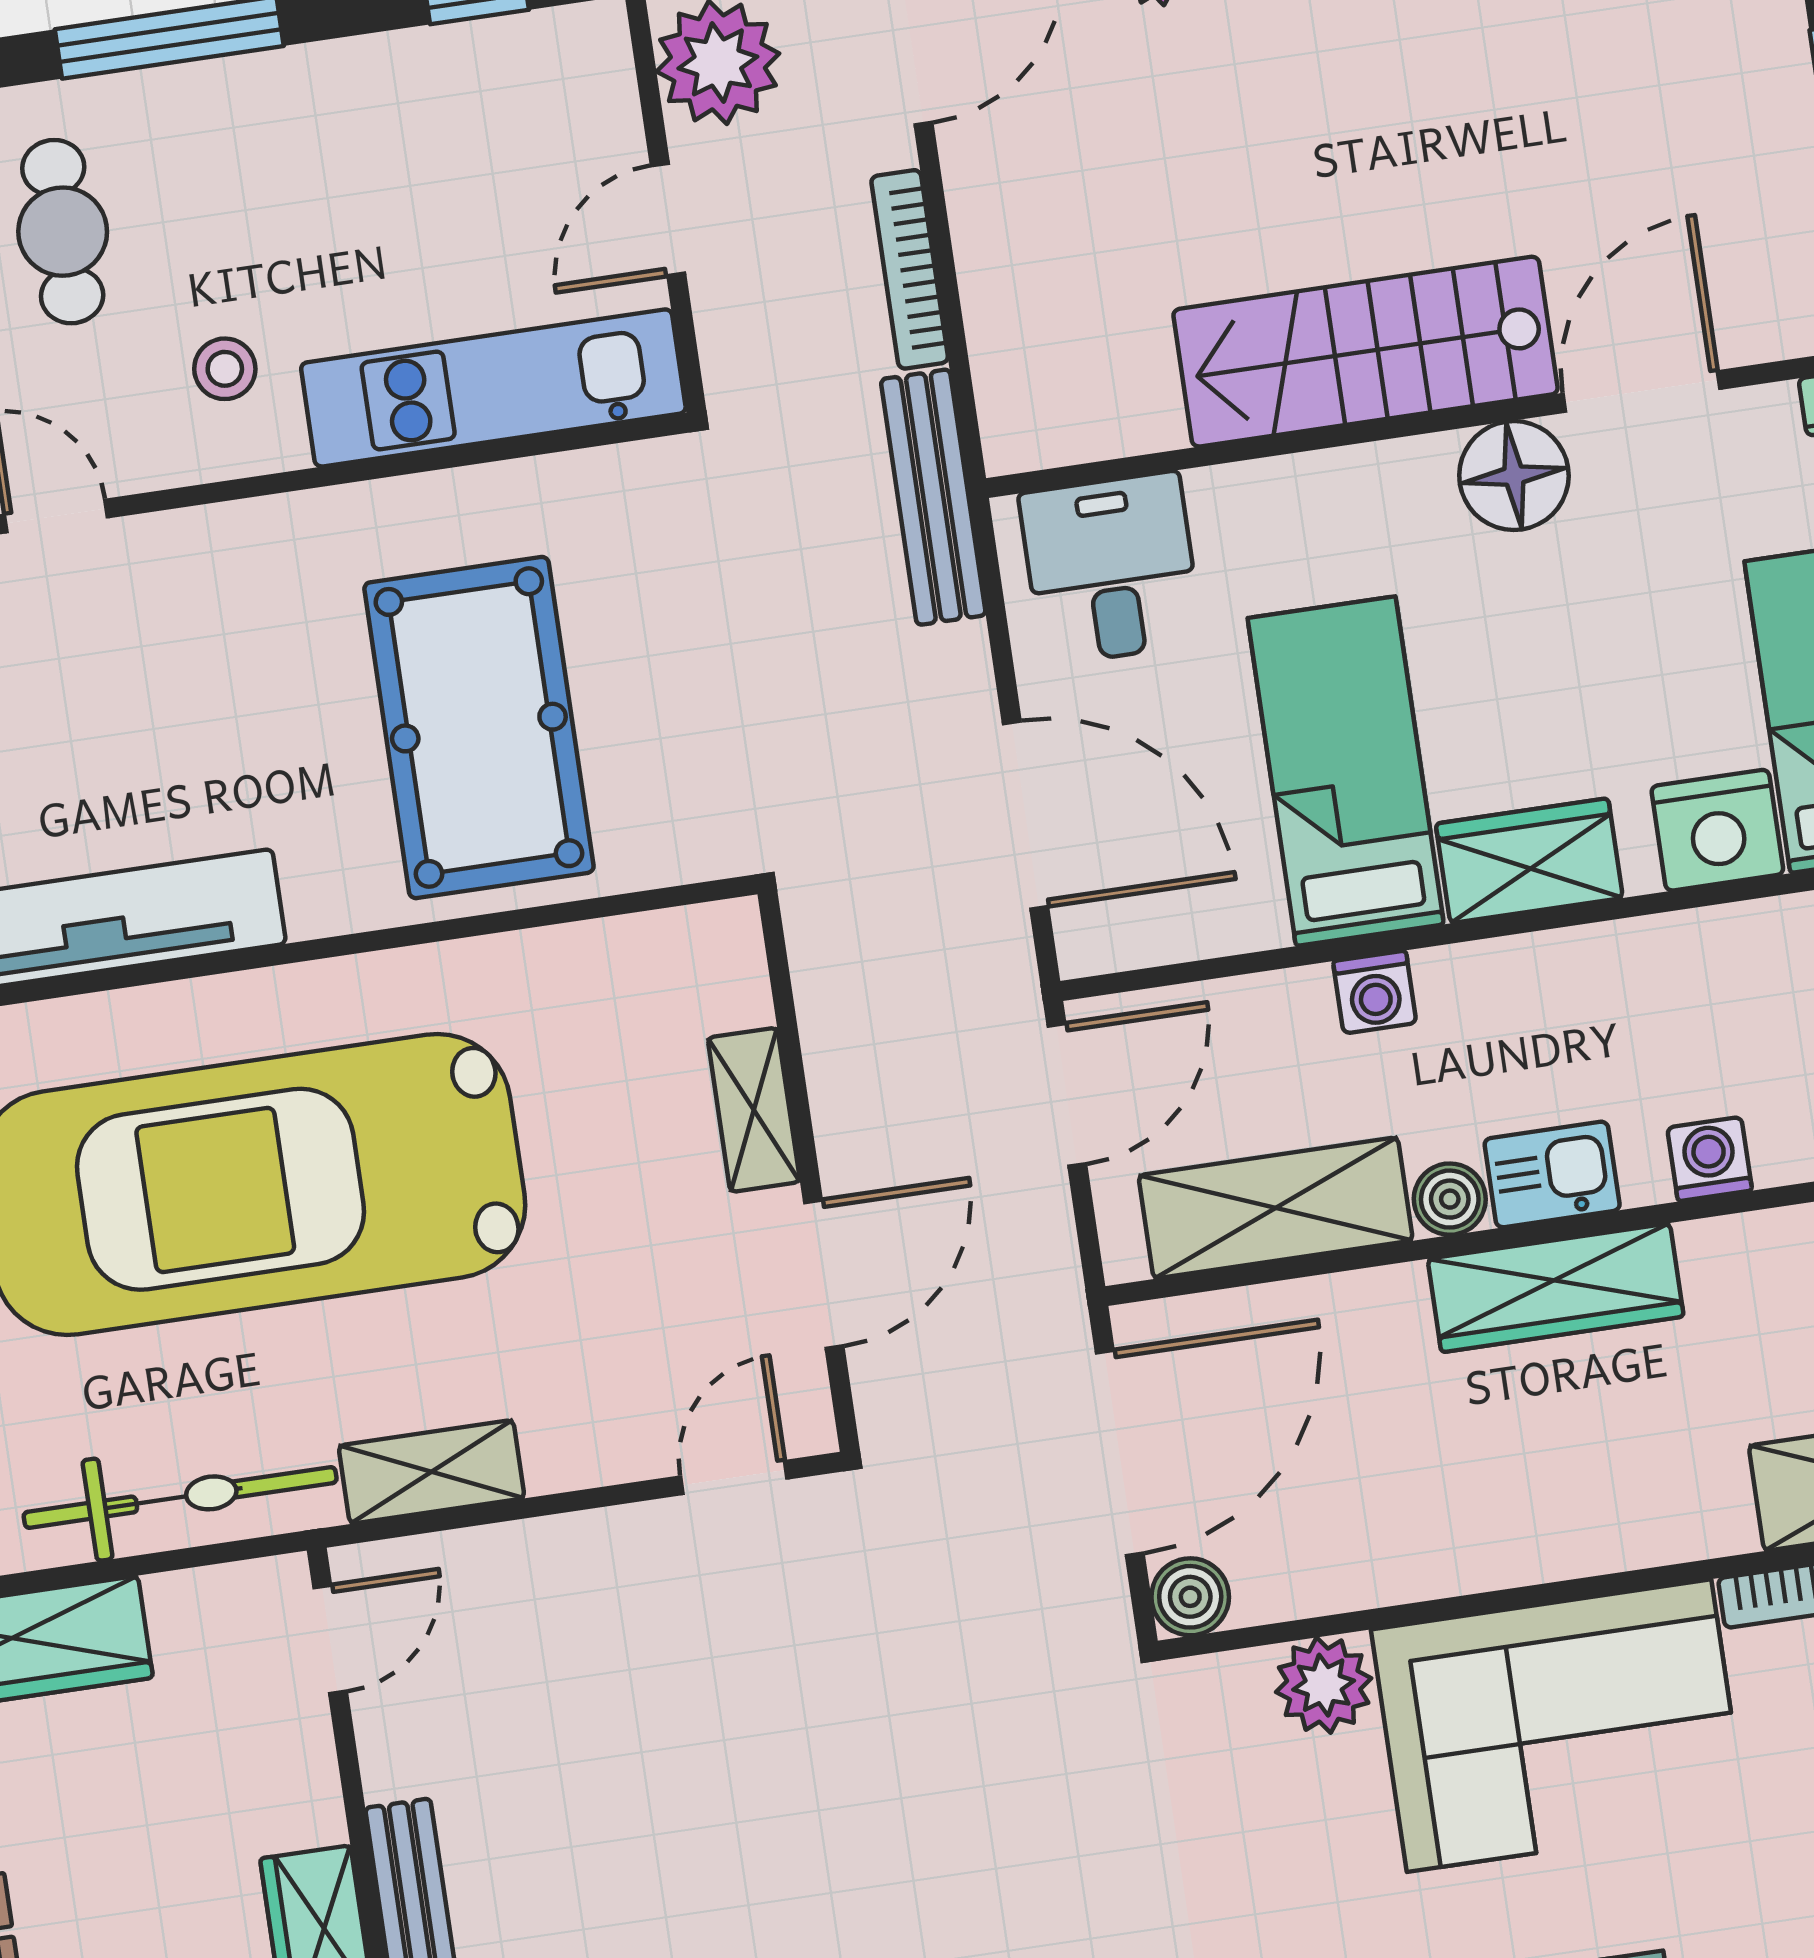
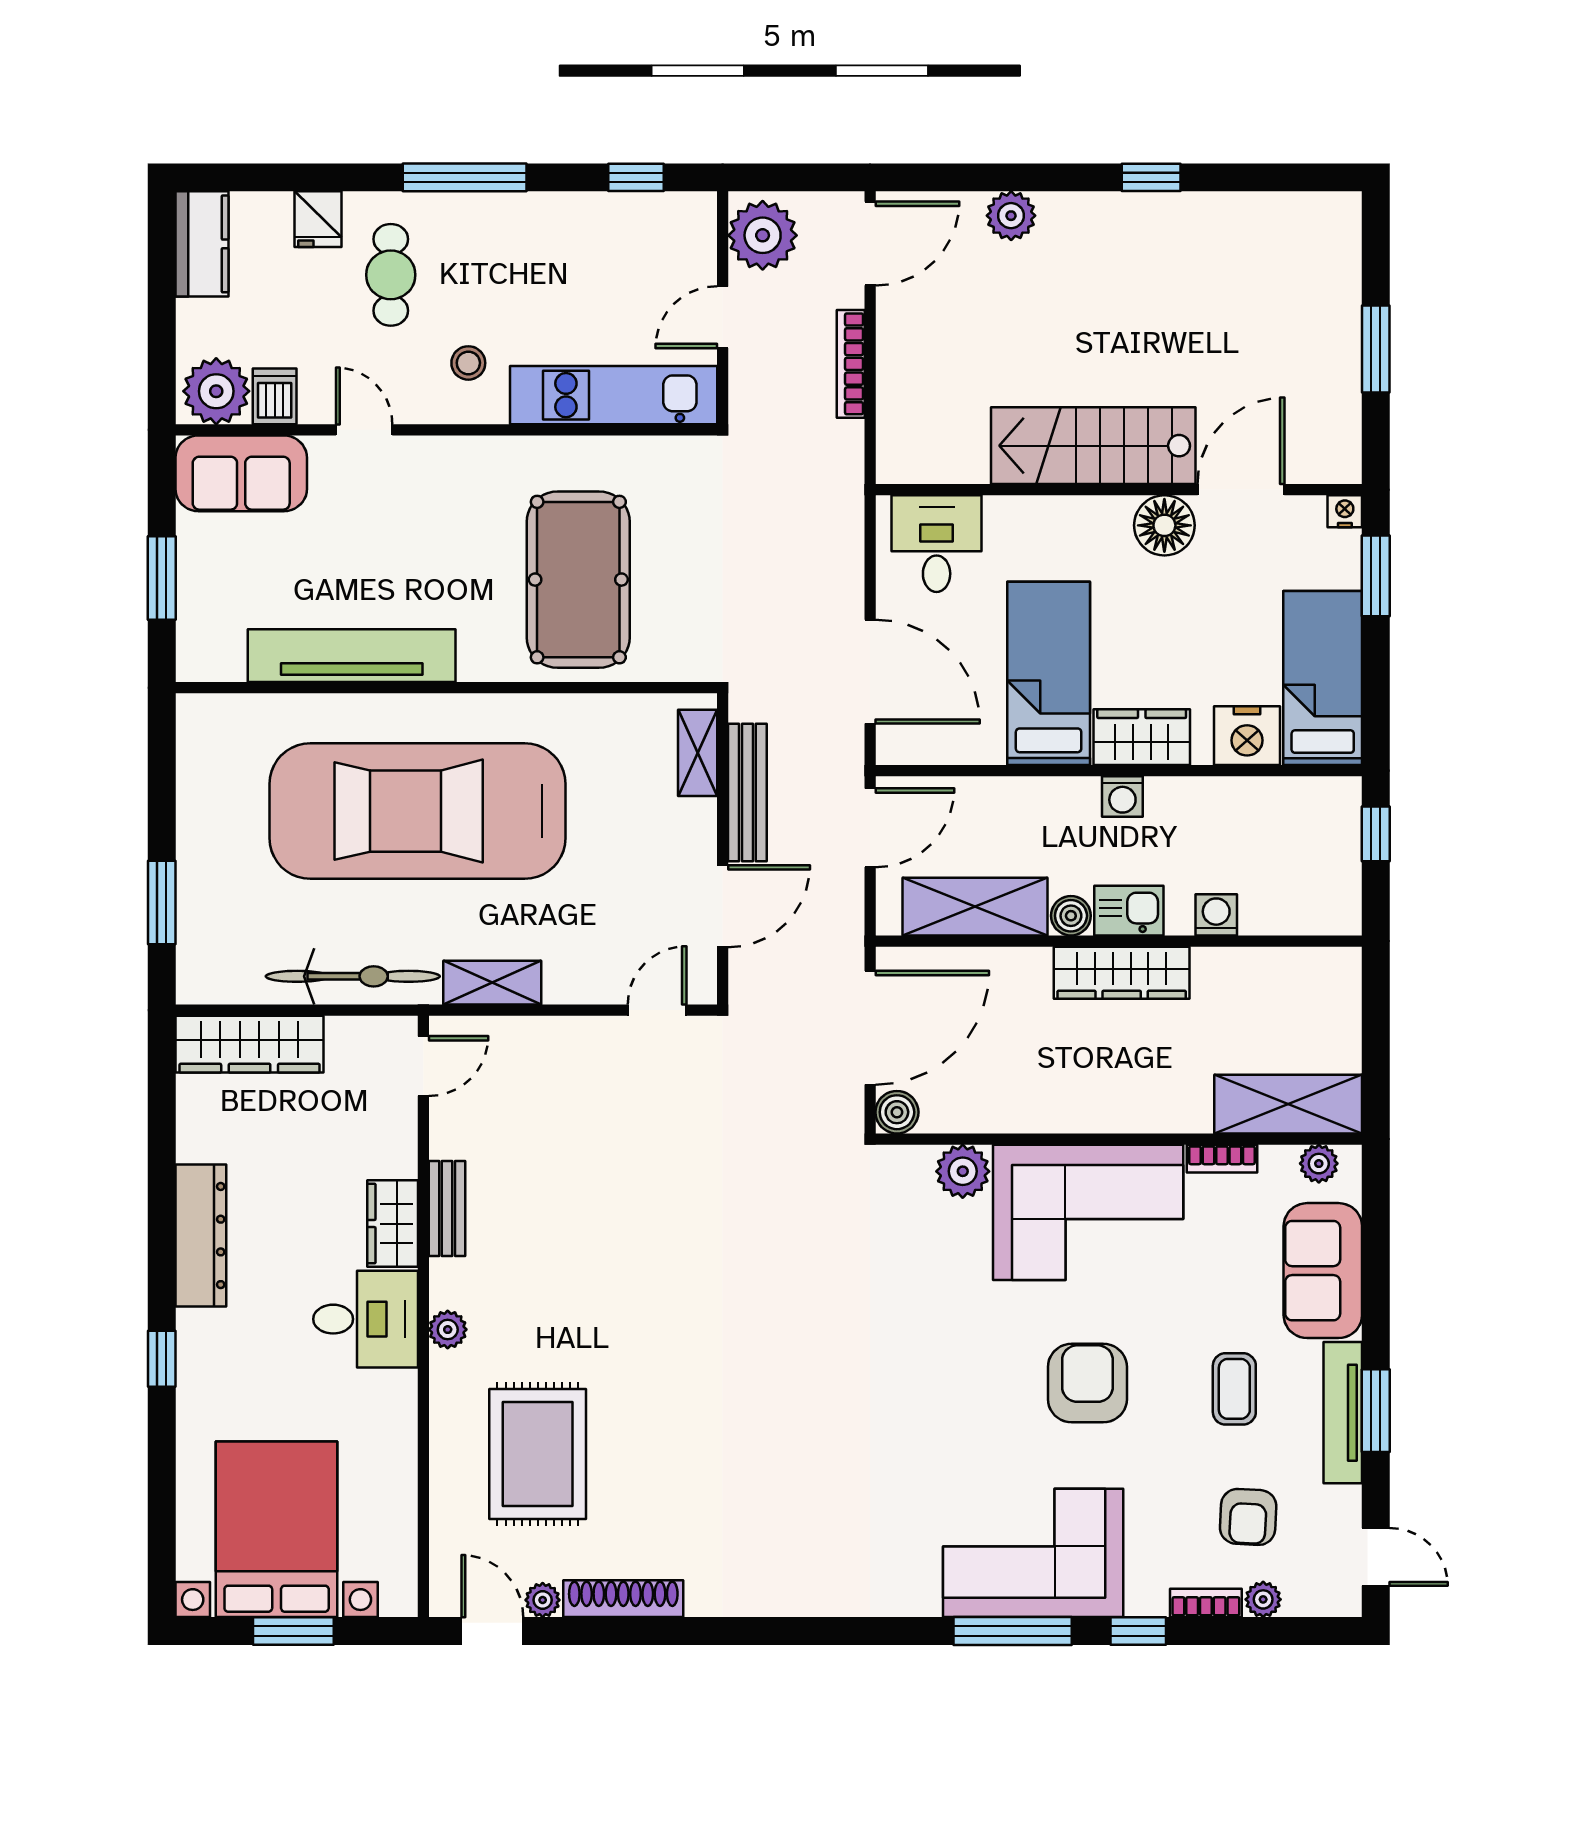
bench: (933, 497) -> (747, 793), moved
washing machine: (1375, 992) -> (1122, 796), moved
shelving: (754, 1110) -> (698, 753), moved

